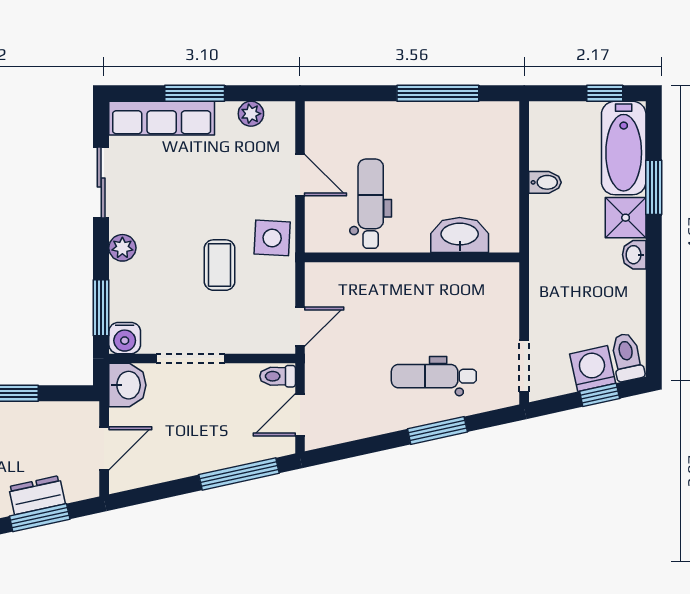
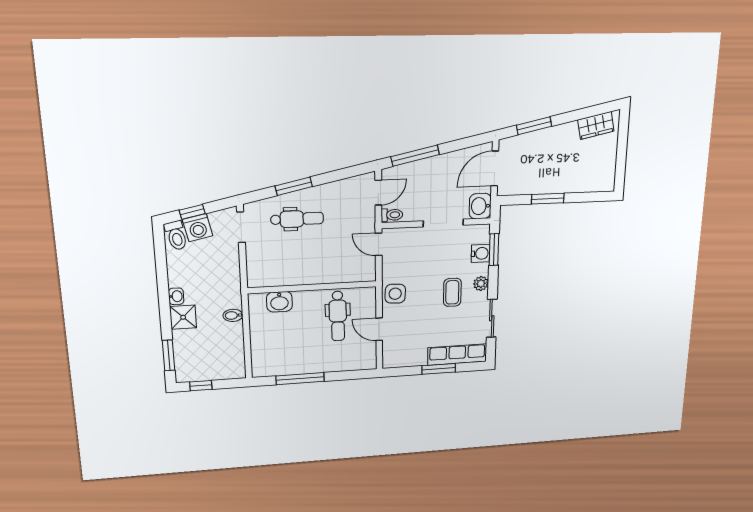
plant: (251, 114) -> (407, 360), removed
bathtub: (624, 148) -> (187, 356), removed
bidet: (545, 182) -> (233, 315), moved
window: (654, 187) -> (169, 355), moved
washbasin: (460, 235) -> (279, 302), width x0.72
coffee table: (220, 265) -> (452, 292), moved
door: (300, 327) -> (379, 244), hinge flipped
water cooler: (125, 338) -> (480, 253), moved, turned 90
door: (104, 448) -> (495, 168), width x1.38
dresser: (37, 495) -> (535, 139), removed

